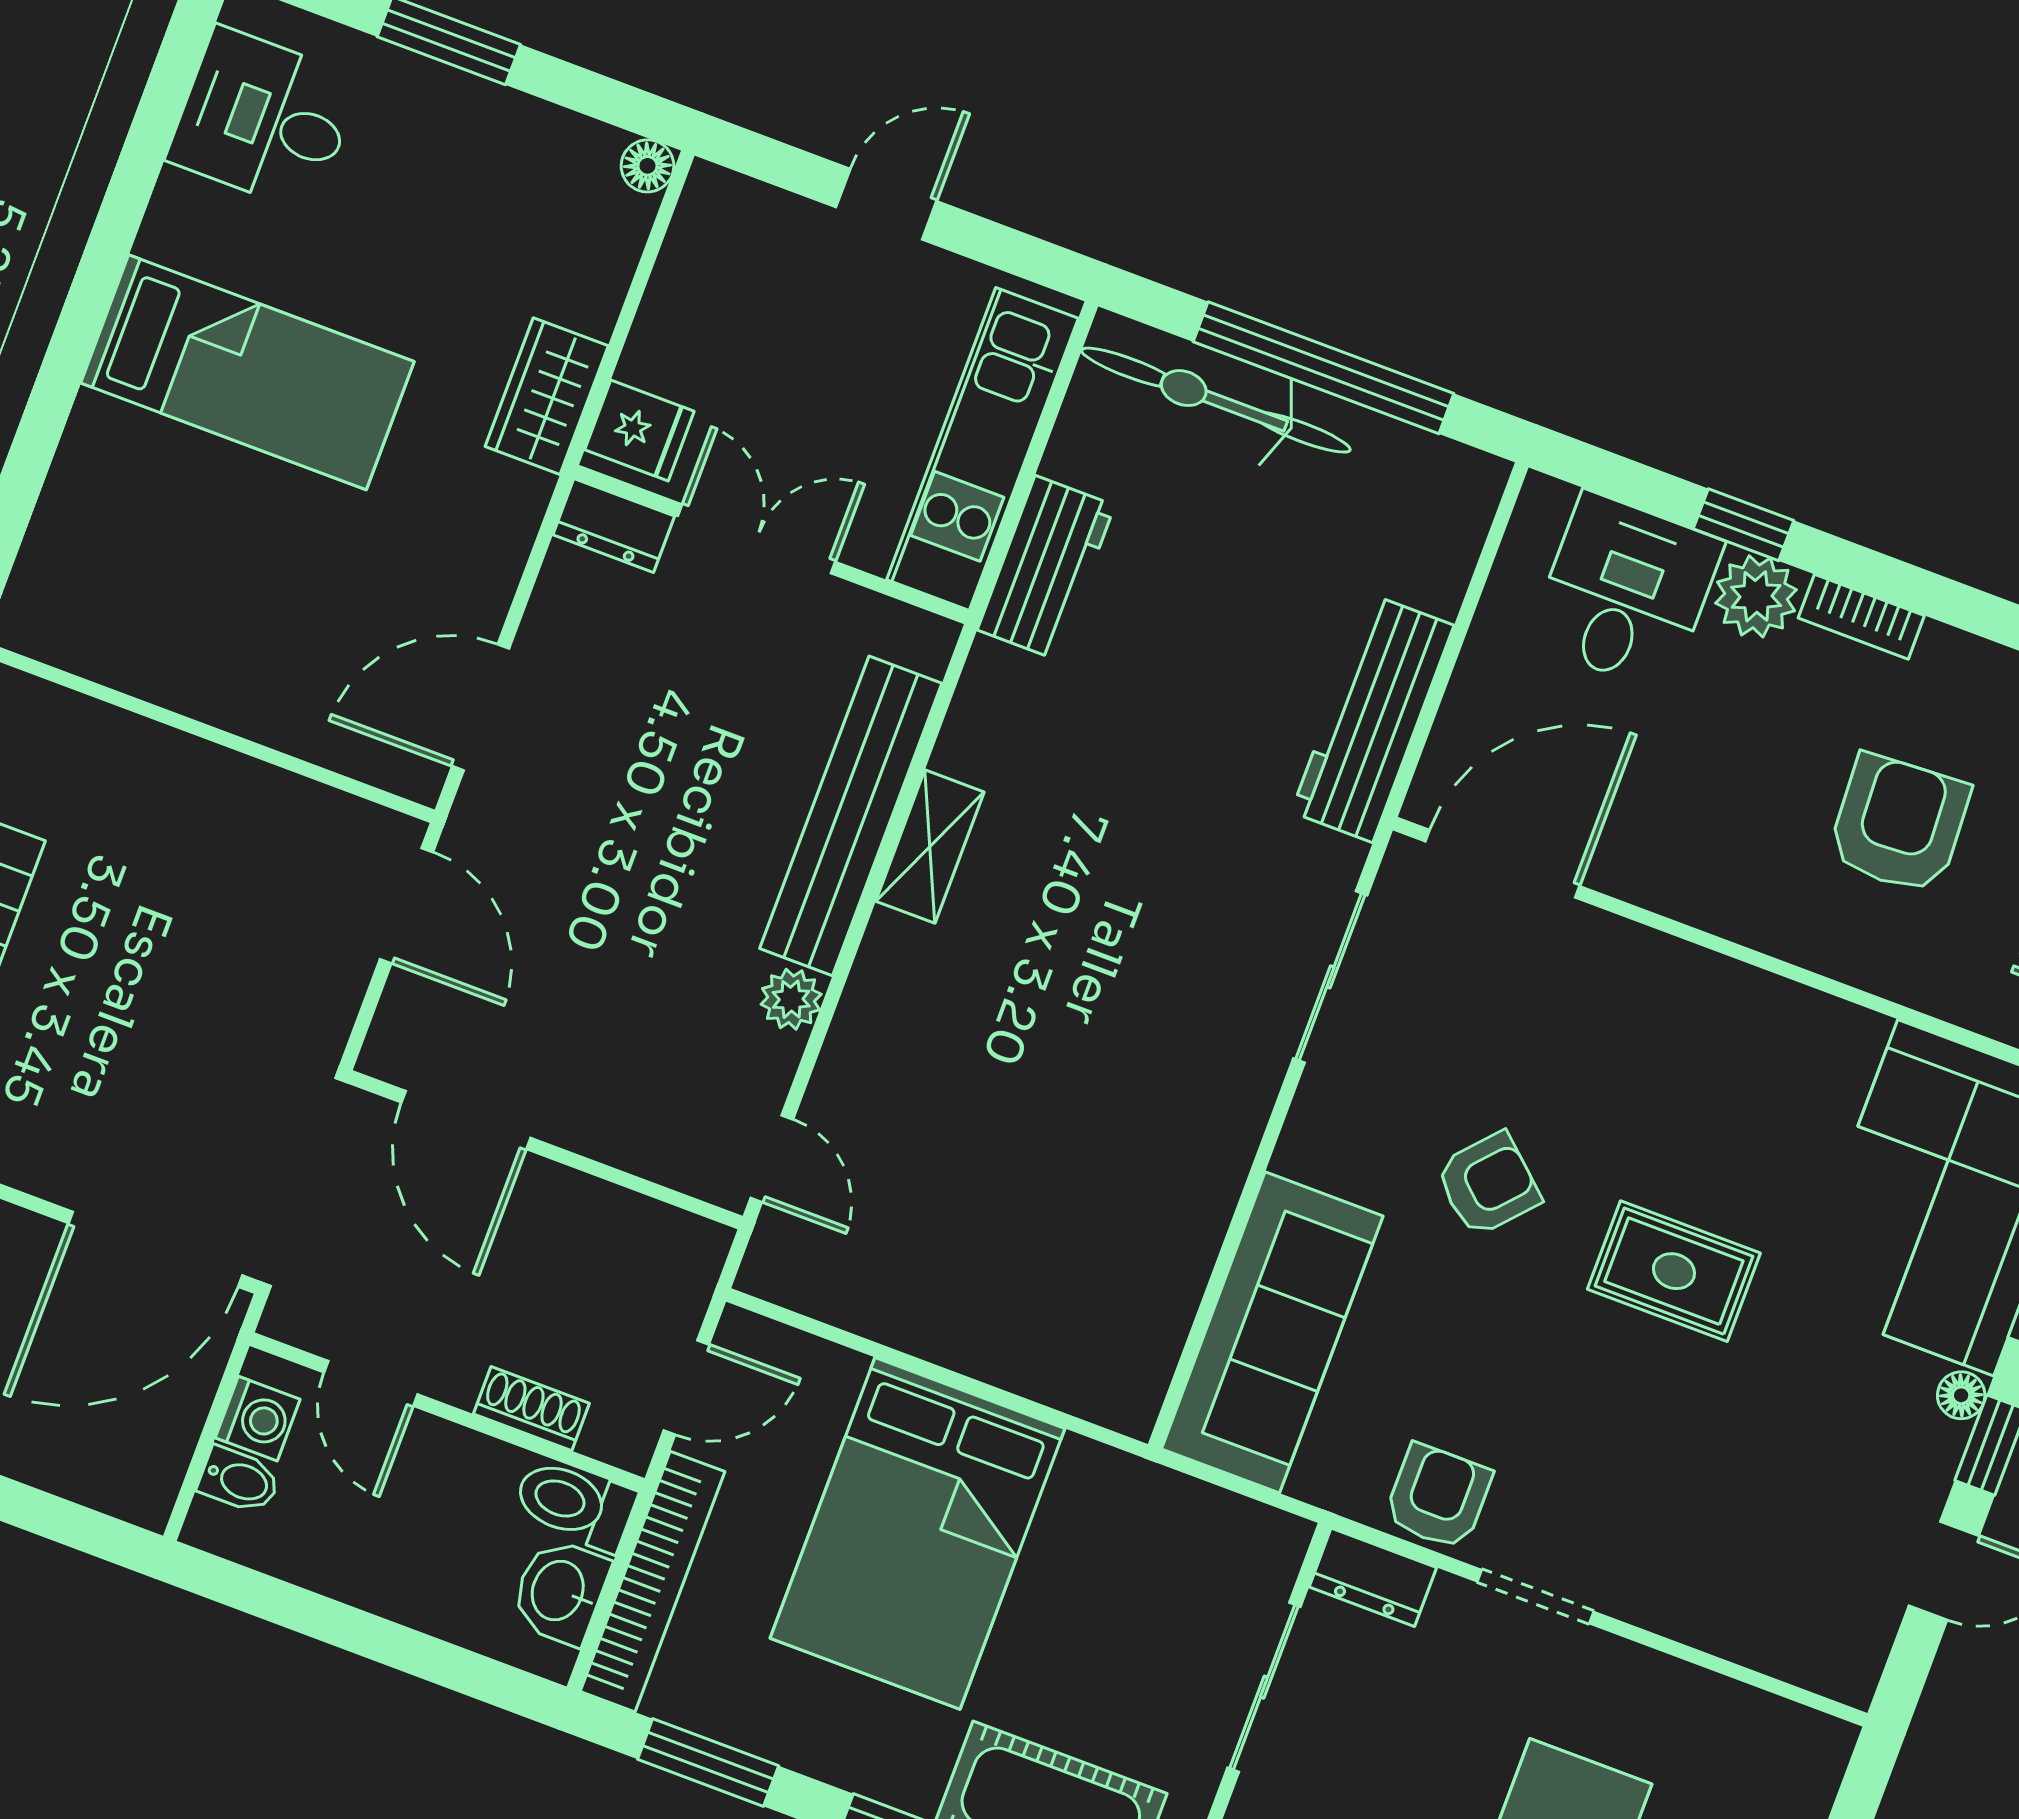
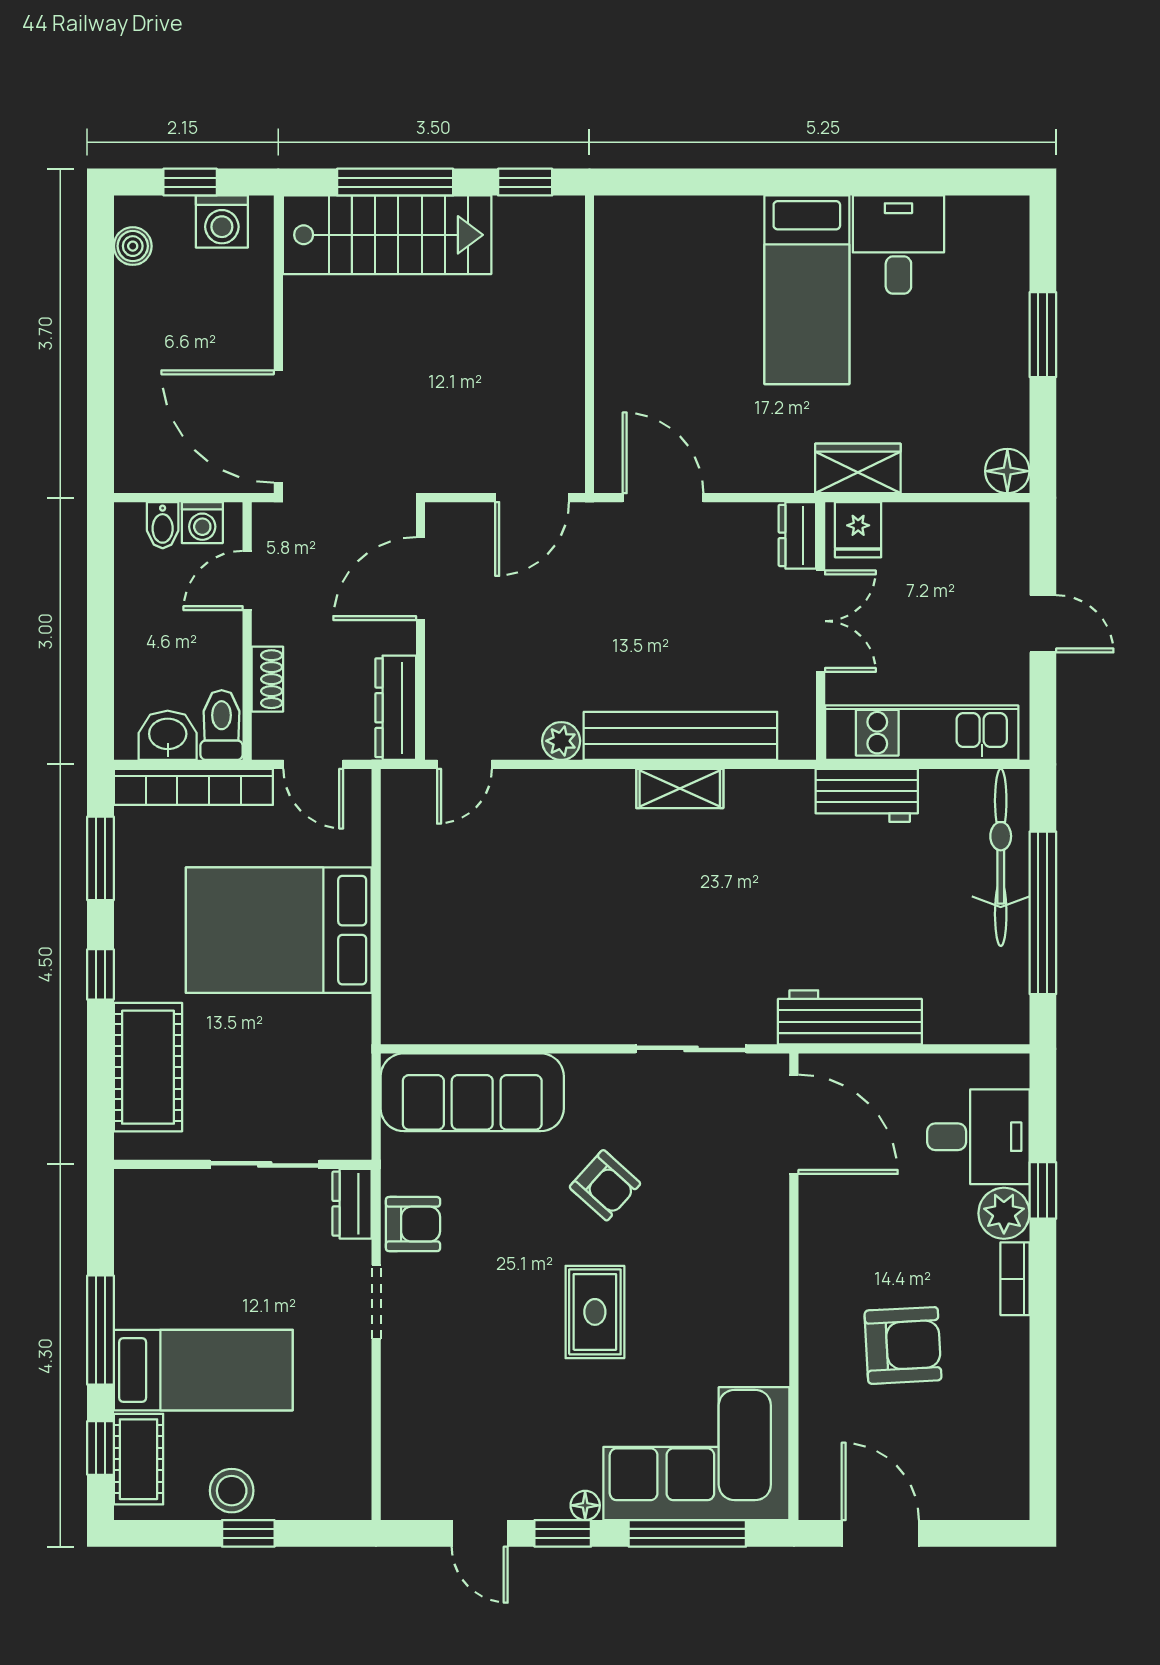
desk: (264, 119) -> (898, 245), moved
floor lamp: (647, 166) -> (1007, 471), width x1.37, depth x1.37
dresser: (647, 1231) -> (396, 708), added

